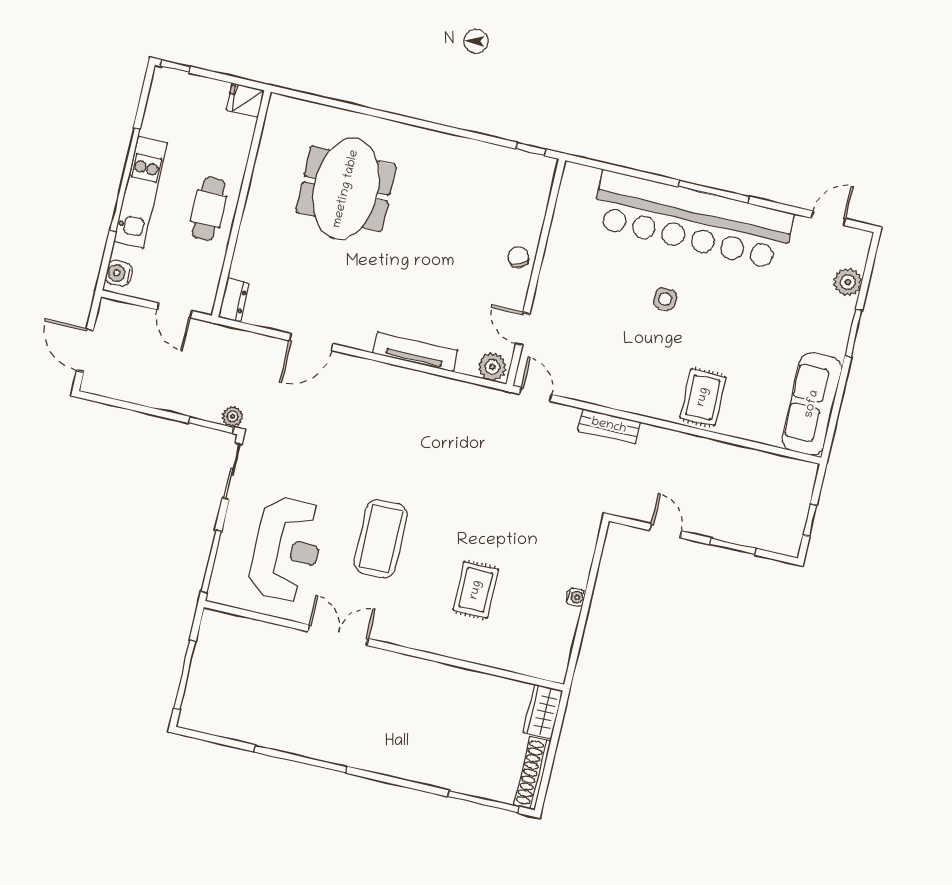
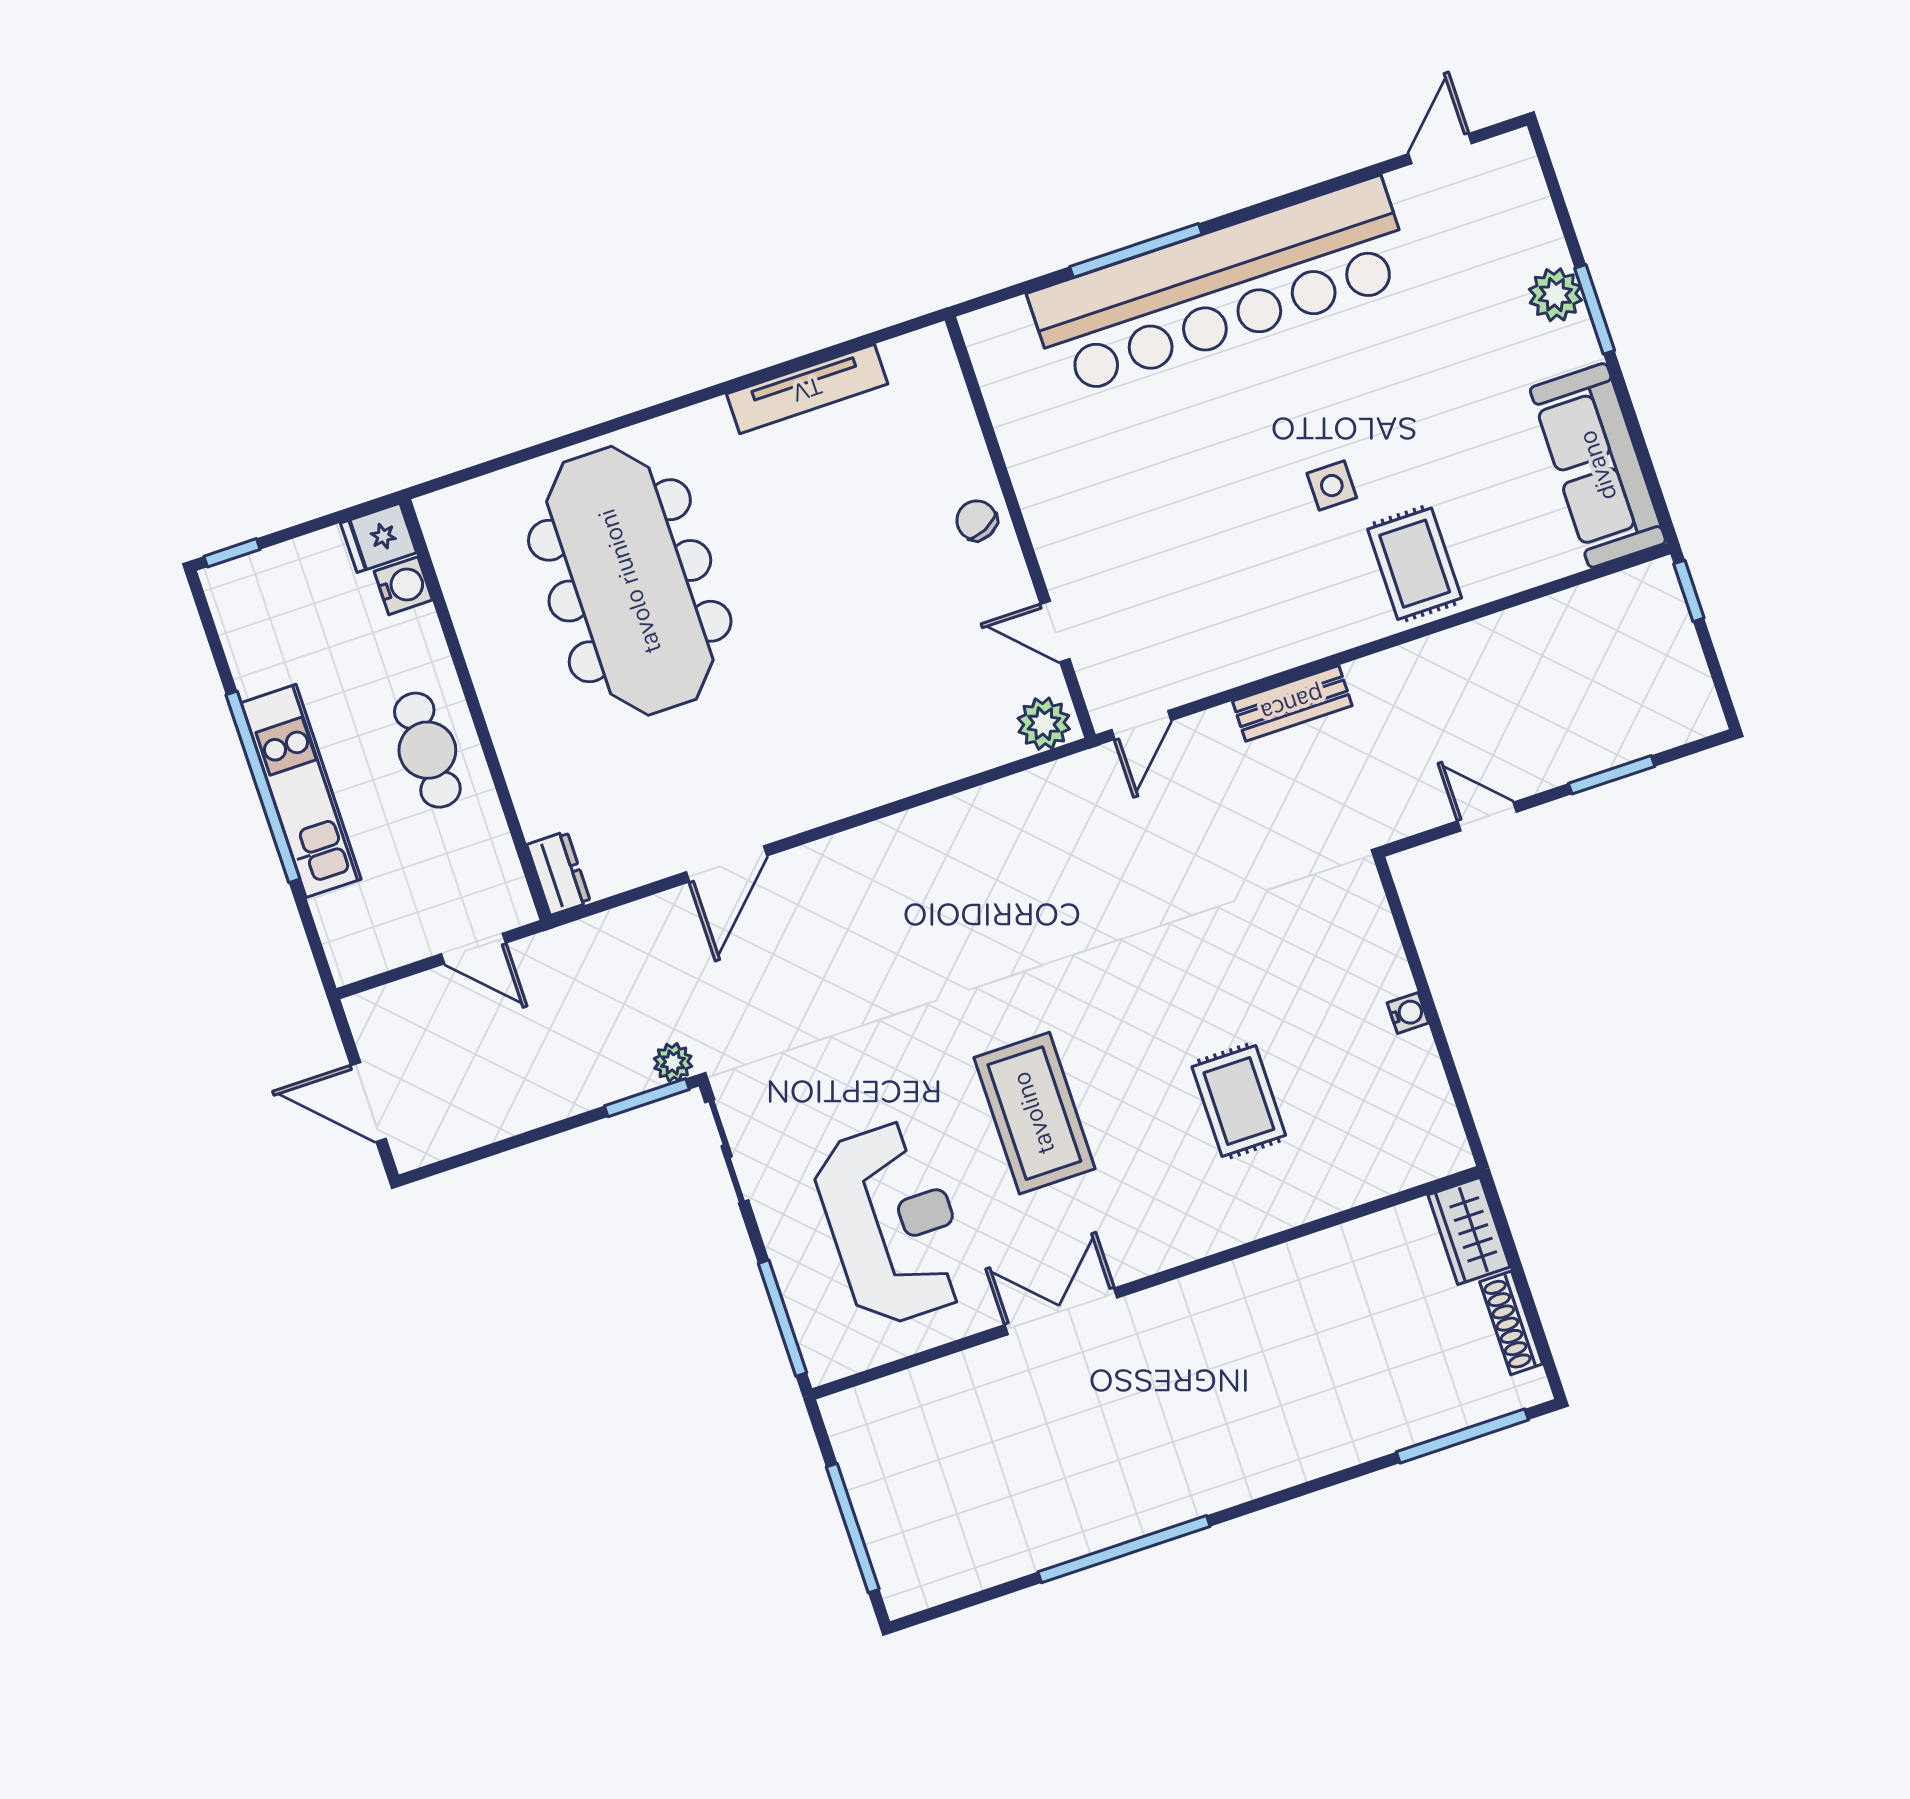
window: (530, 149) -> (889, 333), removed
meeting table: (346, 189) -> (630, 581), width x1.36
window: (714, 192) -> (1136, 250), moved
water cooler: (119, 273) -> (403, 586), moved, turned 180
plant: (848, 282) -> (1555, 295), moved
side table: (665, 299) -> (1332, 486), moved
tv unit: (415, 352) -> (807, 389), moved, turned 180
door: (536, 394) -> (1141, 725), swing flipped
window: (810, 520) -> (1689, 591), moved
shoe rack: (532, 773) -> (1511, 1323), width x0.74, depth x0.81

